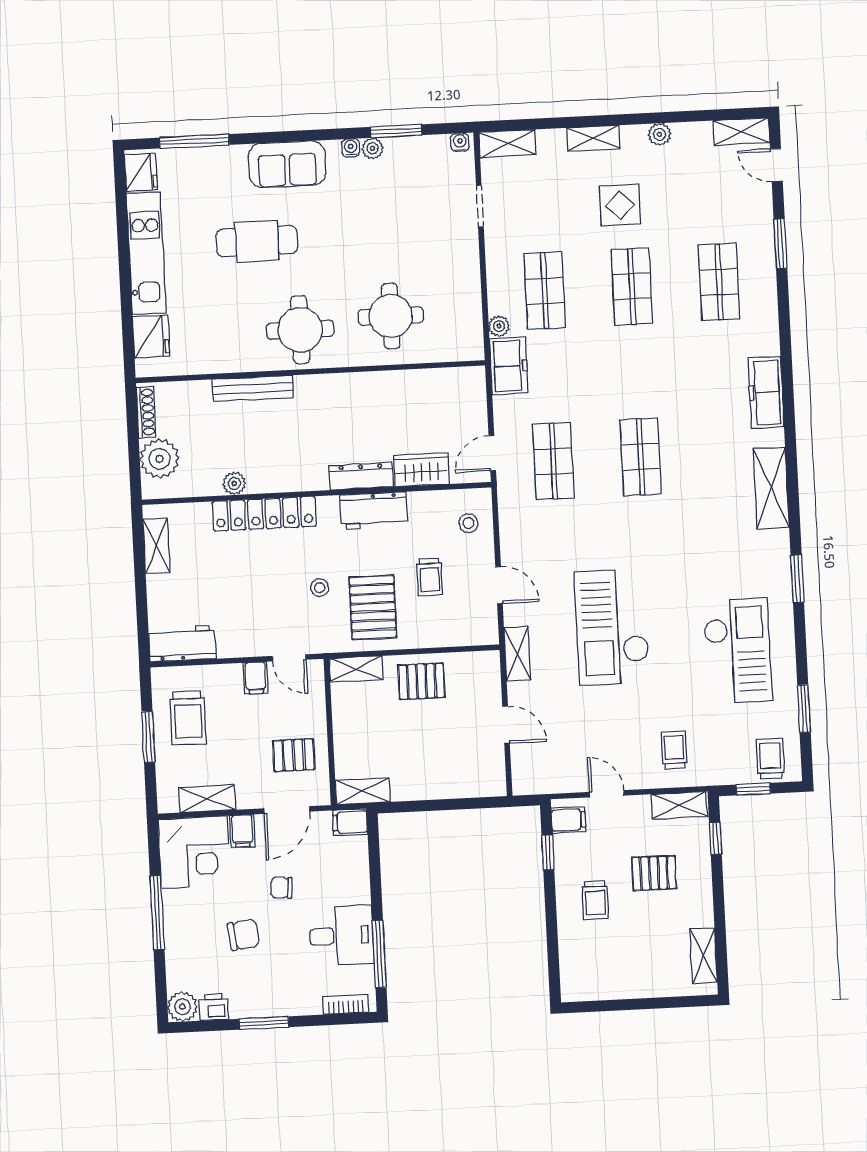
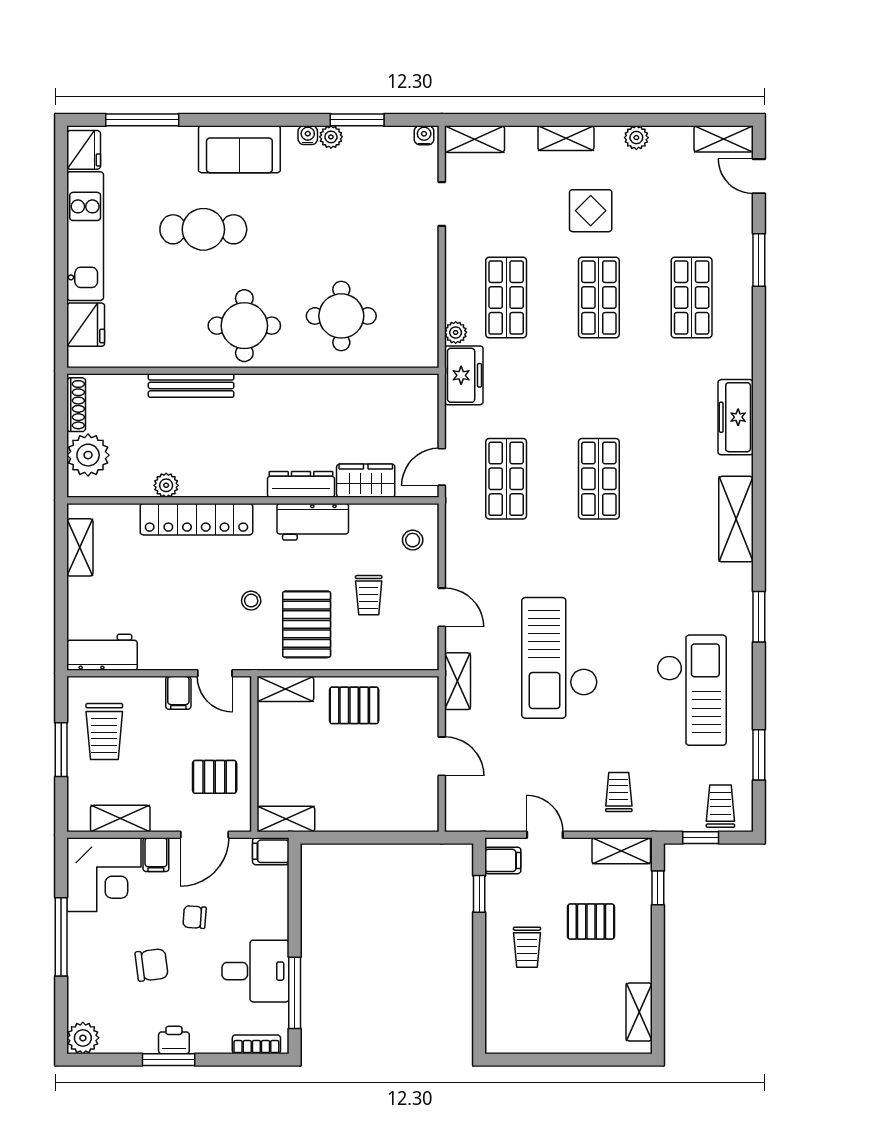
printer: (214, 1007) -> (174, 1040), moved

